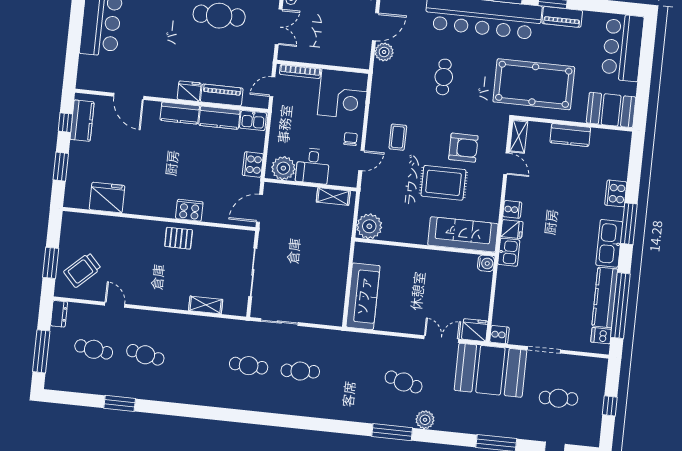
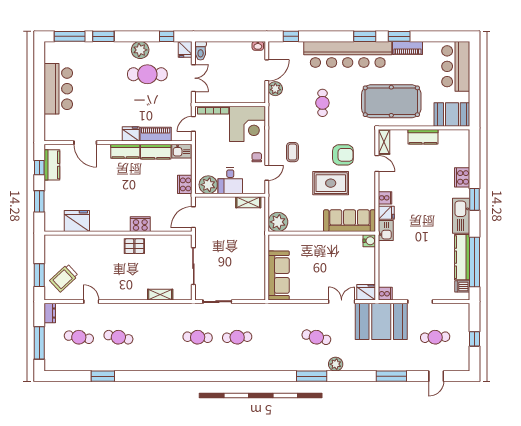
window: (629, 224) -> (475, 199), width x0.69

